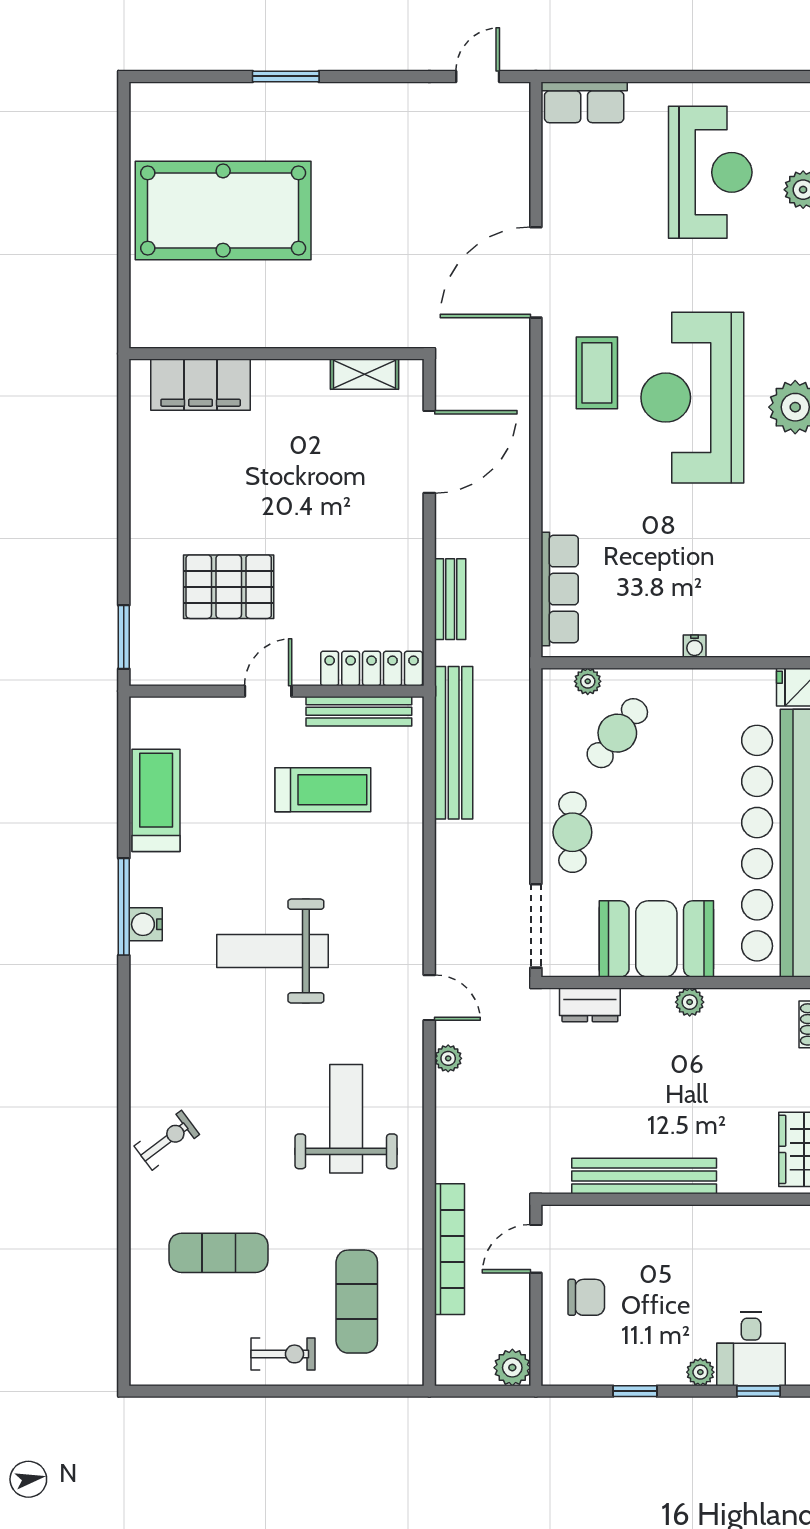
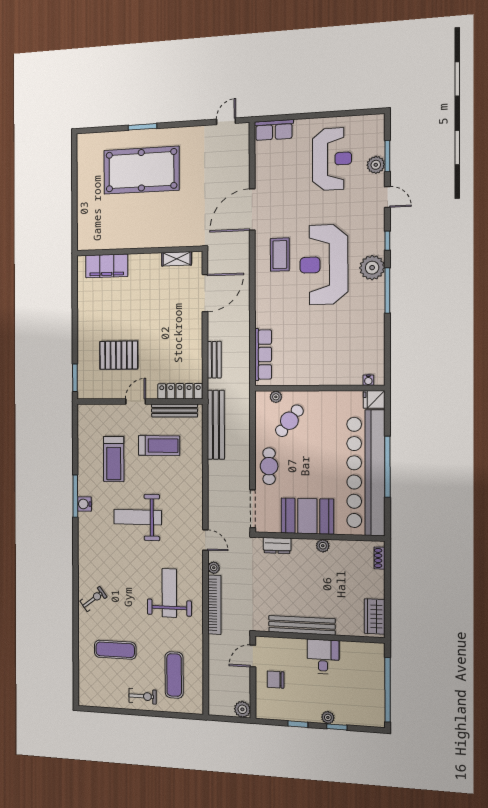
pool table: (223, 211) -> (141, 170), moved
water cooler: (695, 646) -> (368, 380), moved
treadmill: (156, 800) -> (114, 459), moved, turned 180
bookcase: (450, 1249) -> (214, 605), moved
chair: (586, 1297) -> (276, 680), turned 180
desk: (751, 1349) -> (323, 657), moved, turned 180
window: (759, 1391) -> (337, 727), moved

